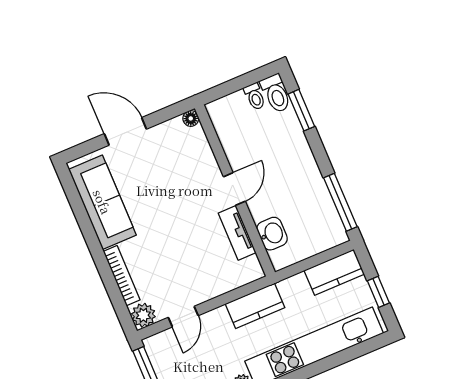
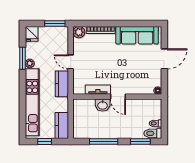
window: (340, 202) -> (104, 142), moved
washbasin: (272, 234) -> (103, 105), moved
door: (183, 317) -> (71, 62), moved

